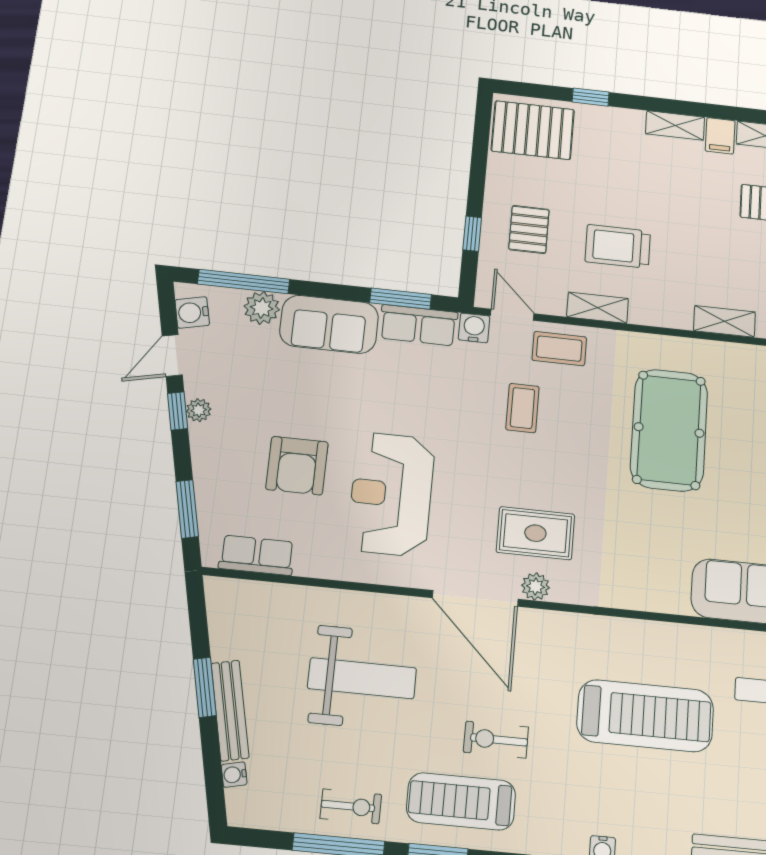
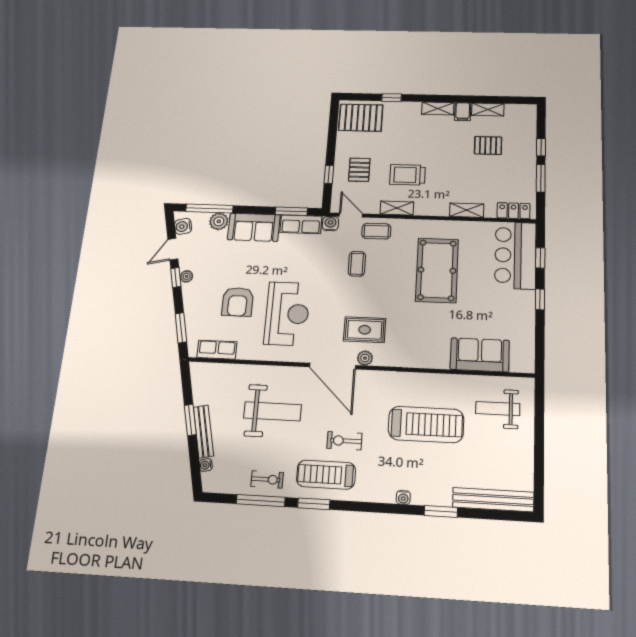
reception desk: (391, 494) -> (287, 314), turned 180

